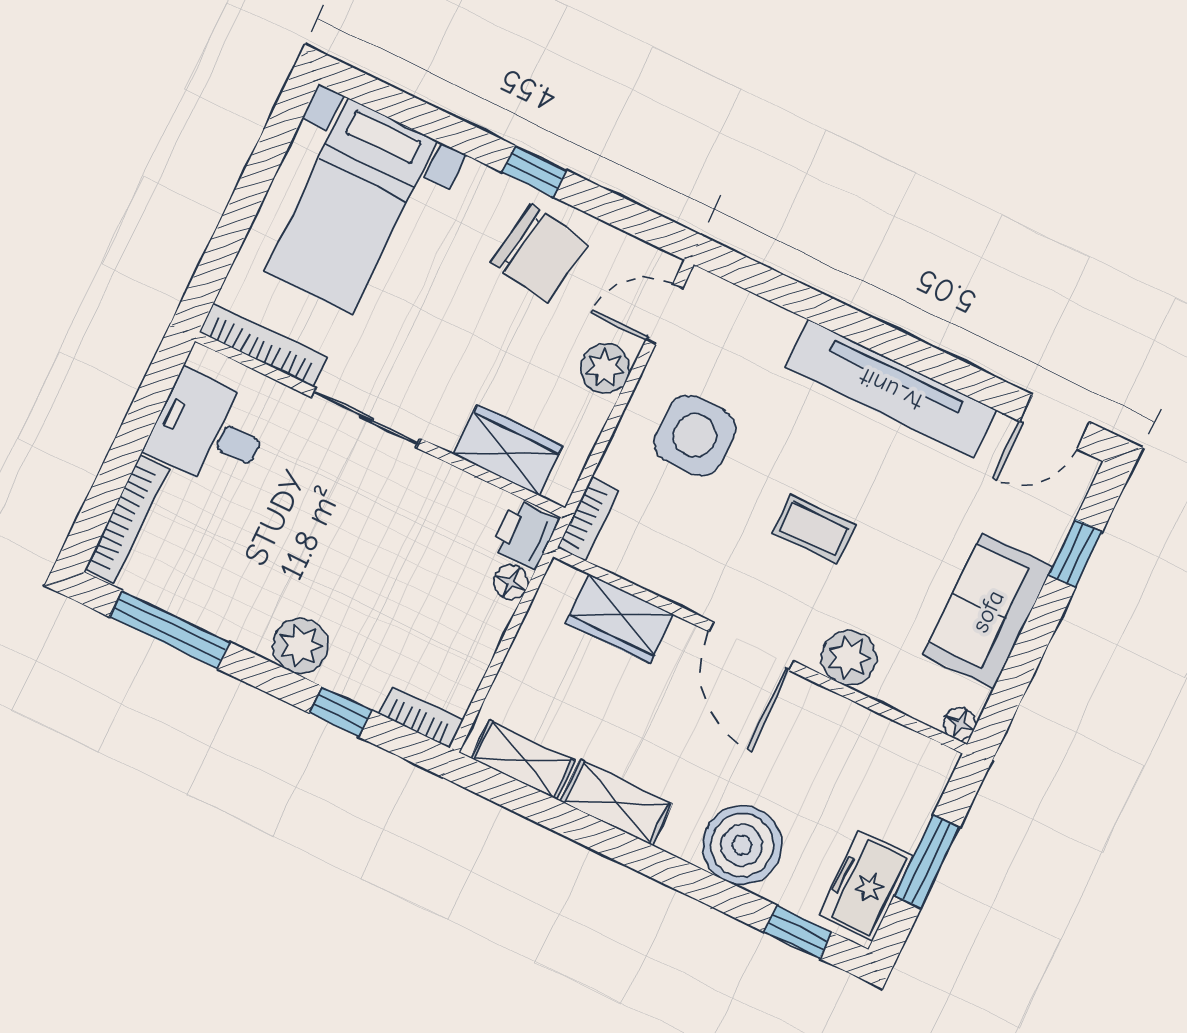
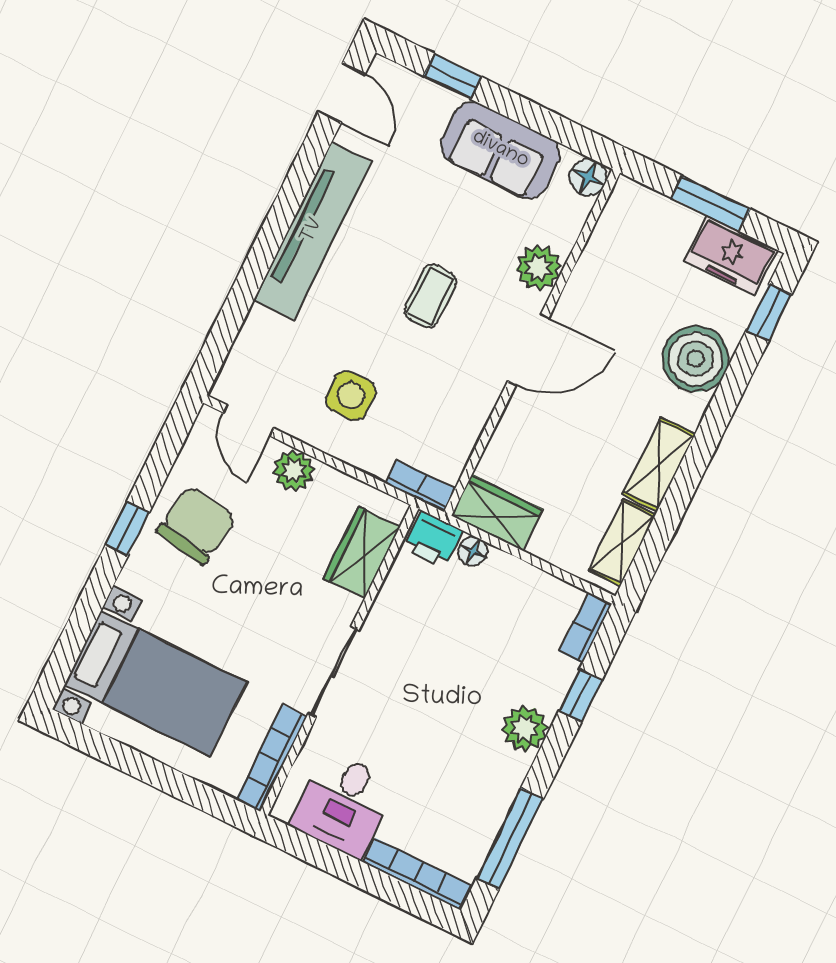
side table: (695, 435) -> (351, 395), width x0.73, depth x0.73
wardrobe: (620, 619) -> (497, 513), moved, turned -90
floor lamp: (960, 724) -> (588, 177), width x1.37, depth x1.37

